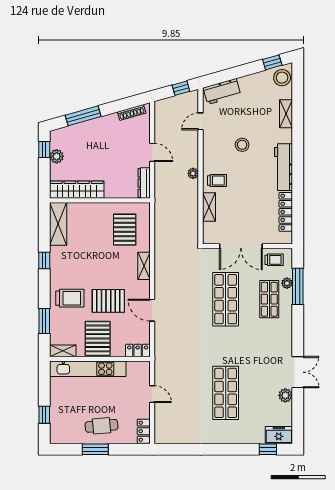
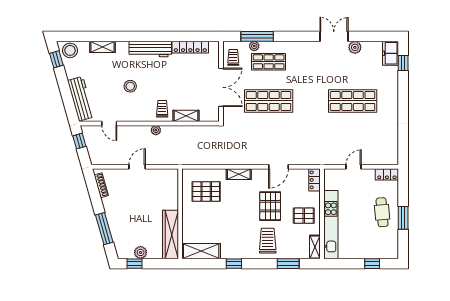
workbench: (222, 91) -> (81, 99), width x1.38
dresser: (144, 183) -> (164, 174), removed
pallet: (98, 338) -> (304, 216), width x0.67, depth x0.71

